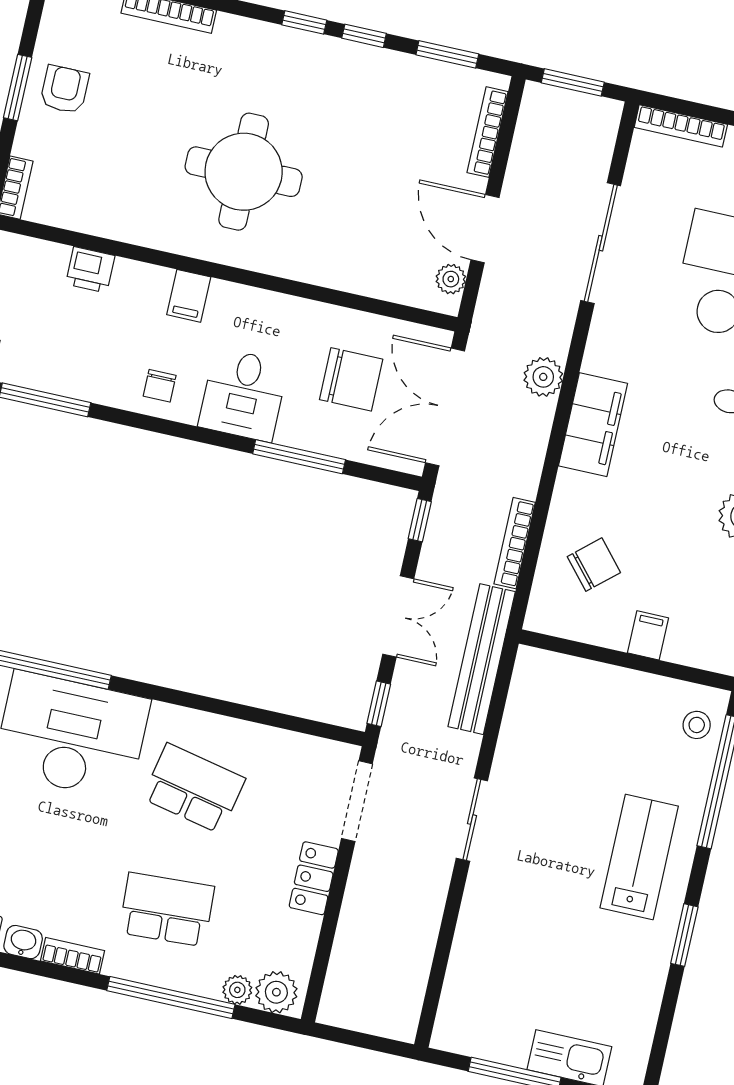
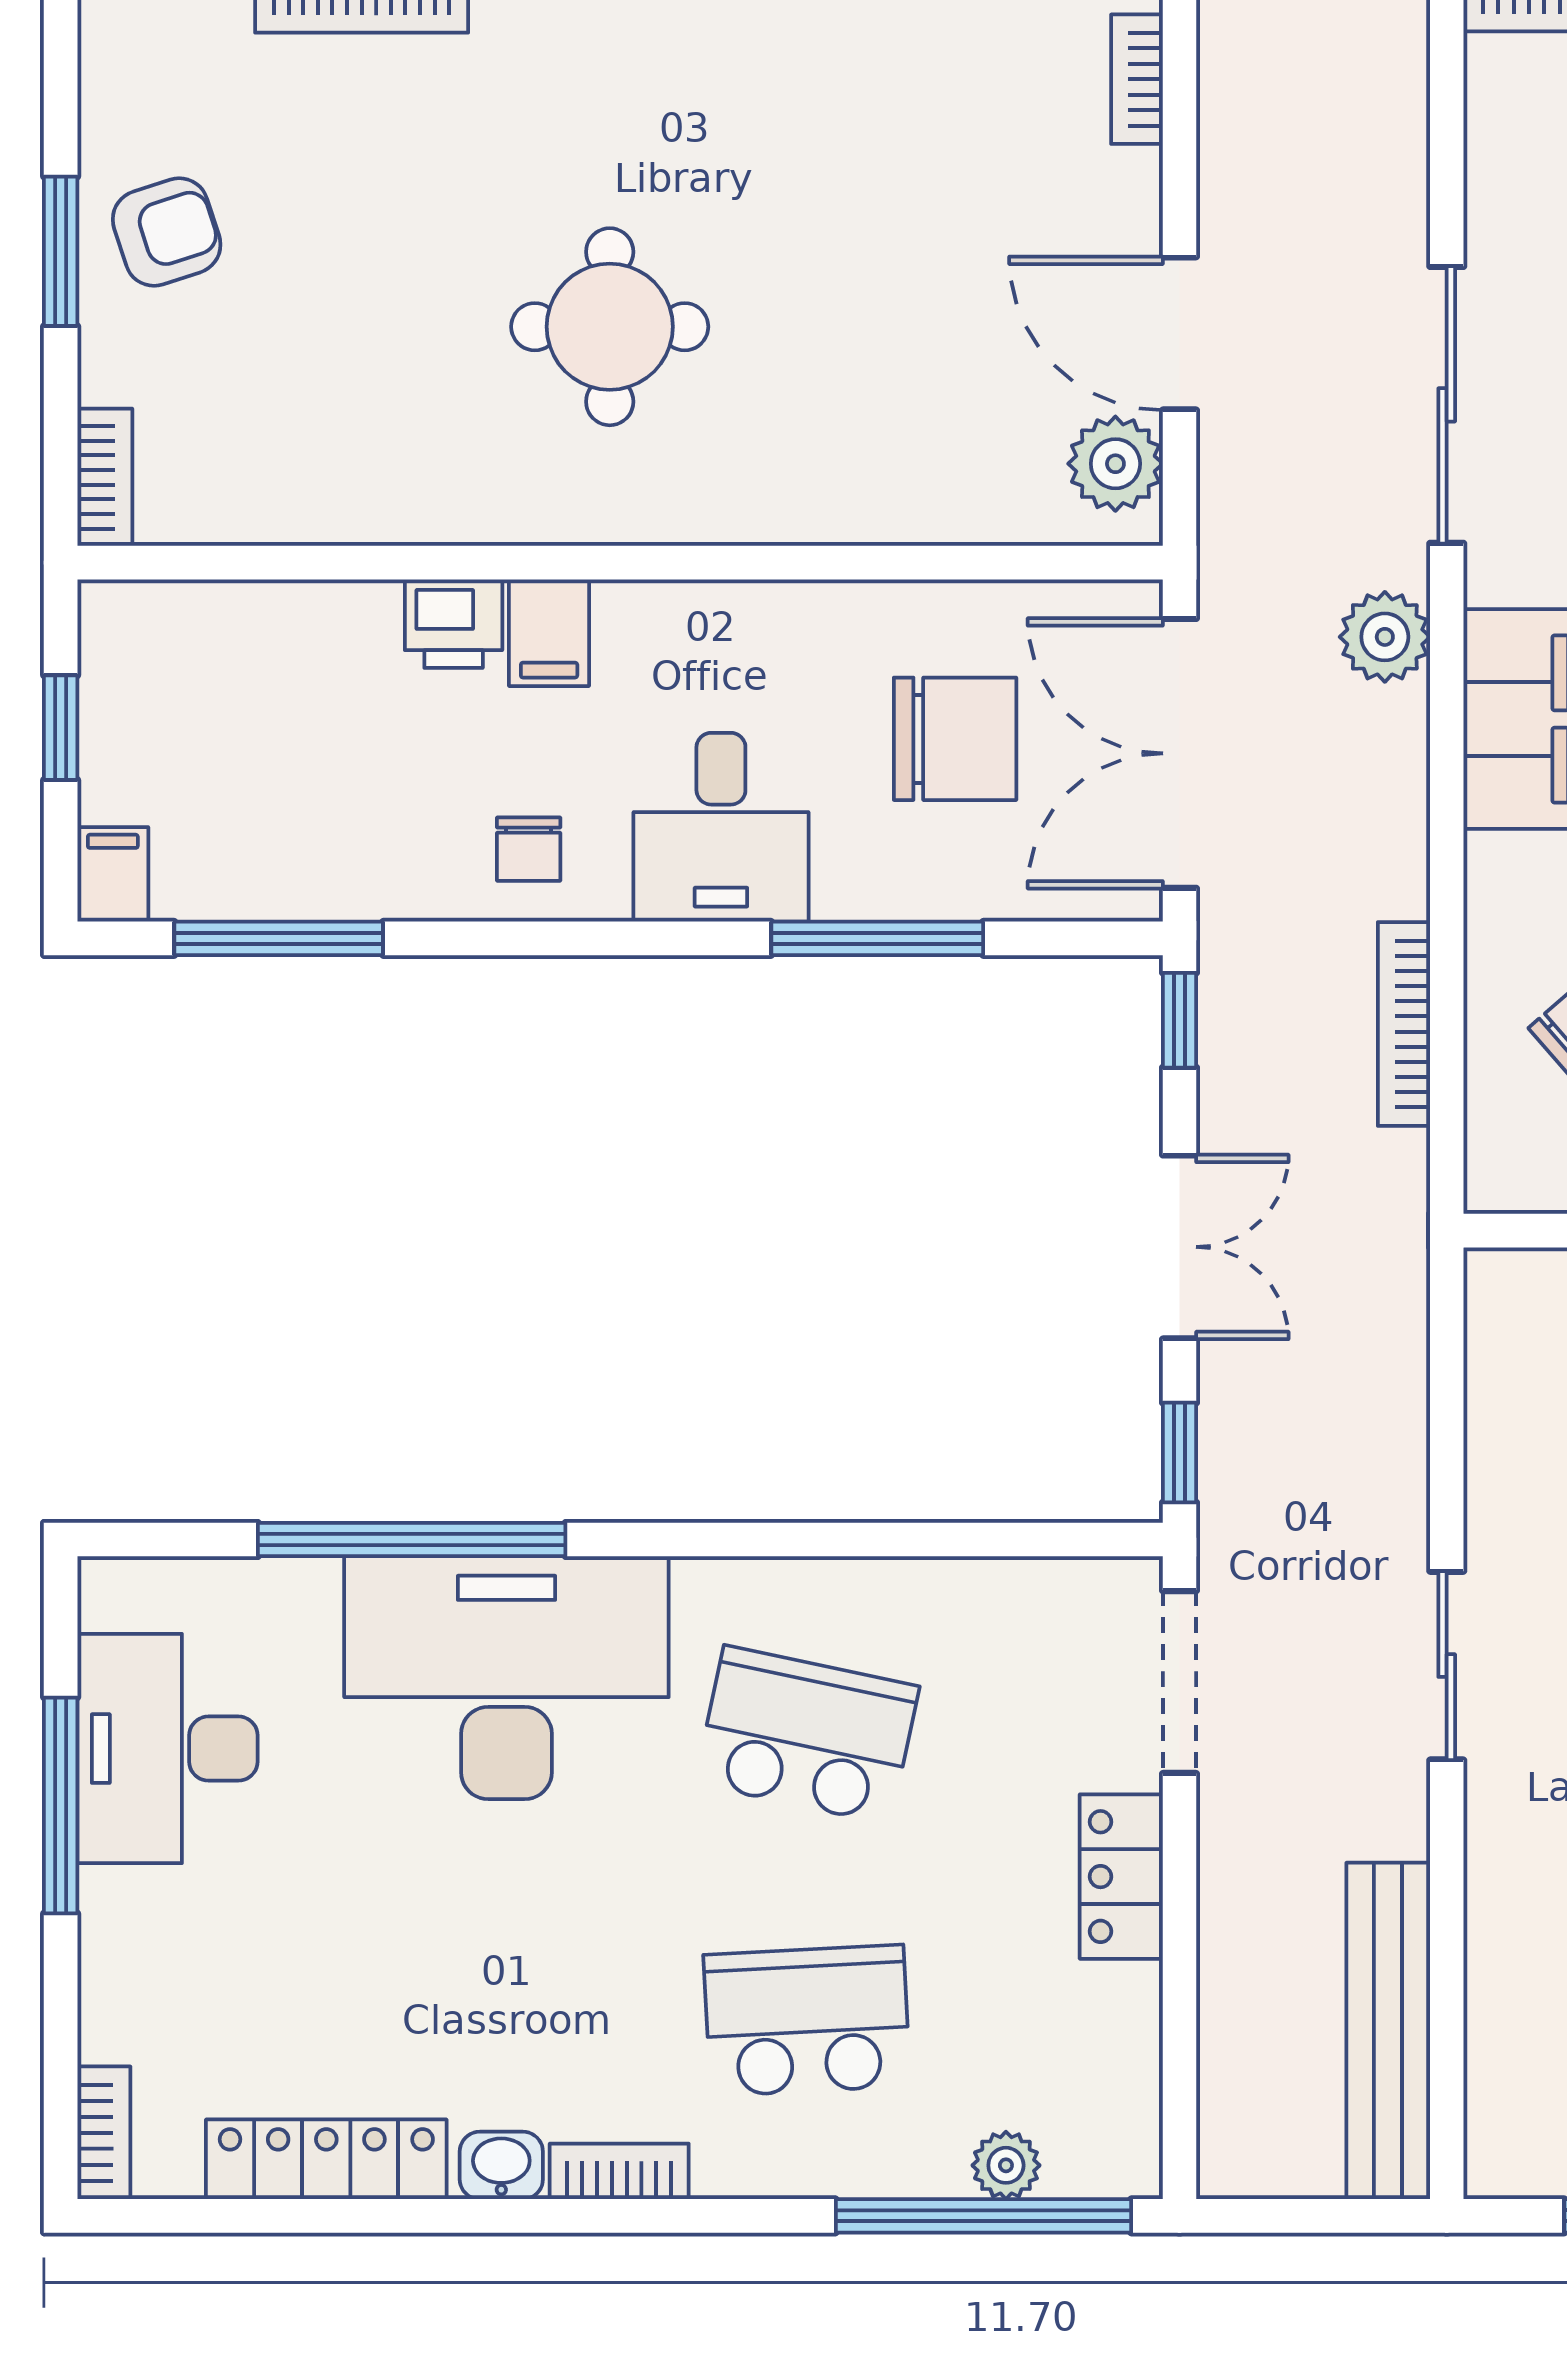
armchair: (64, 89) -> (167, 232), turned 72
bookcase: (487, 132) -> (1137, 79), width x0.64
round table: (244, 172) -> (610, 327), width x0.73, depth x0.73
sliding door: (601, 243) -> (1447, 405), moved
printer: (90, 270) -> (454, 624), moved
plant: (451, 279) -> (1115, 464), width x1.38, depth x1.38
bench: (482, 659) -> (1388, 2031), moved
plant: (276, 992) -> (1095, 2151), removed
window: (171, 998) -> (983, 2216), moved

